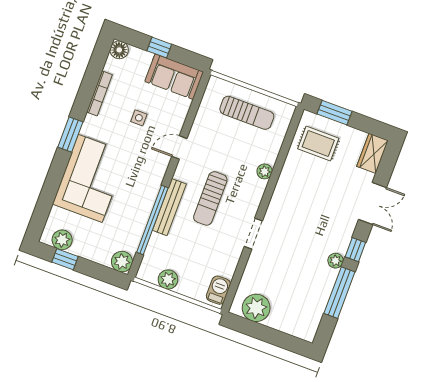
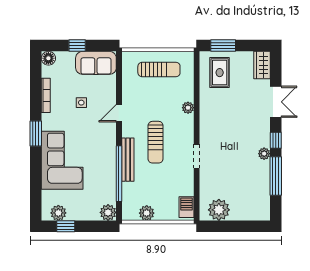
rug: (318, 143) -> (220, 73), turned 90

